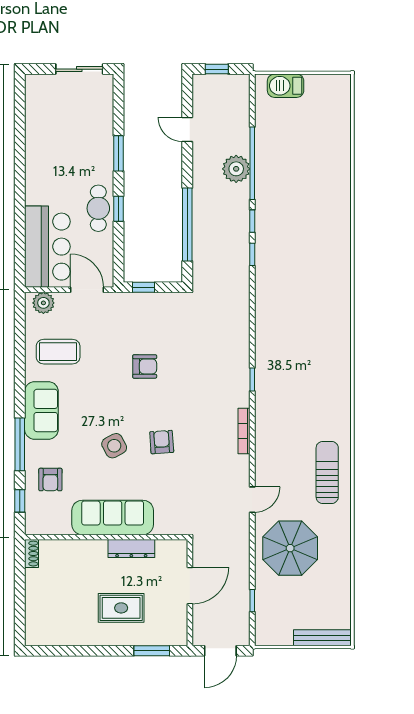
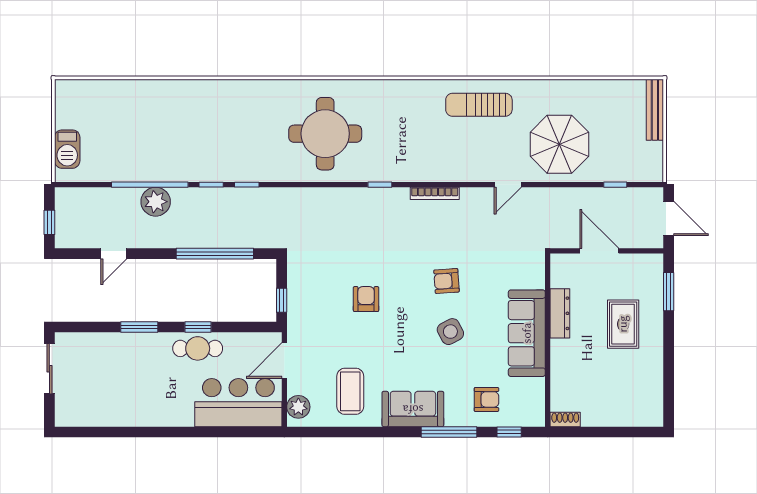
round table: (300, 328) -> (325, 134), added
door: (252, 500) -> (508, 185), swing flipped

